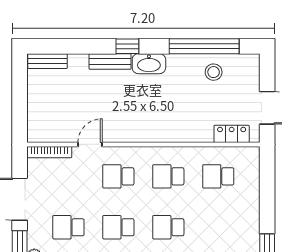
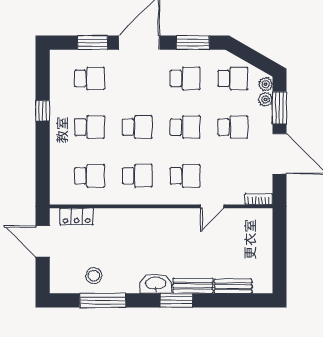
window: (127, 46) -> (176, 300), width x1.50
window: (204, 46) -> (103, 300), width x0.68
bench: (48, 61) -> (233, 286), moved
bookcase: (49, 152) -> (259, 199), width x0.64
school desk: (218, 227) -> (89, 127), added

